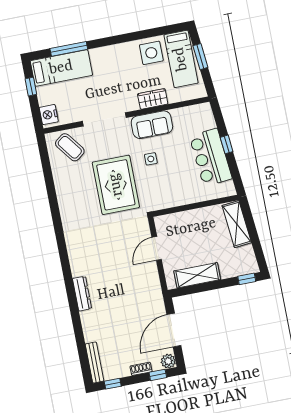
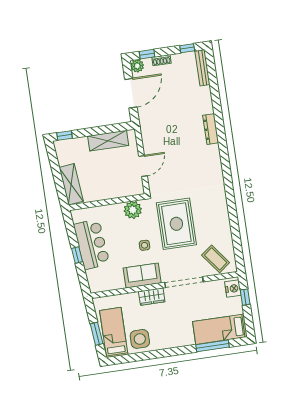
window: (31, 87) -> (245, 297), moved
wardrobe: (153, 99) -> (152, 297), moved
plant: (166, 198) -> (133, 210), added

